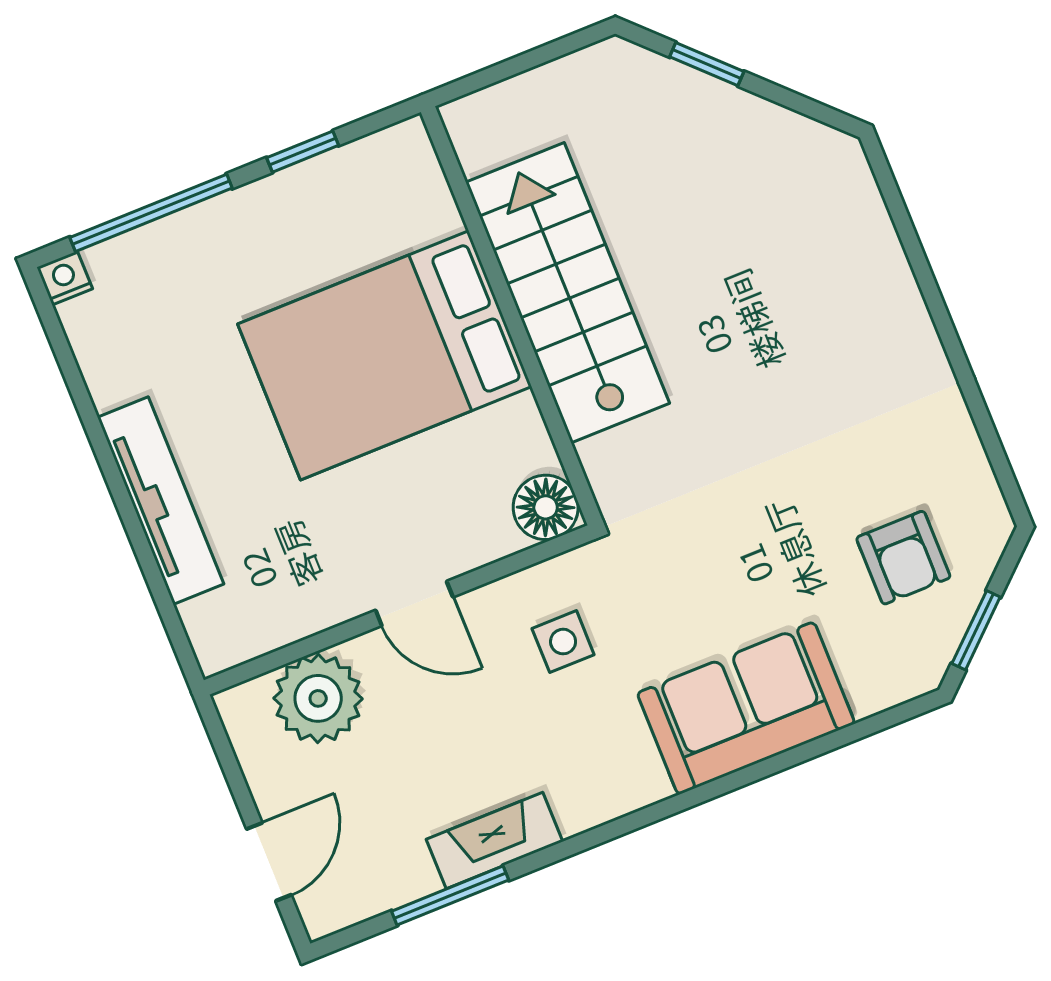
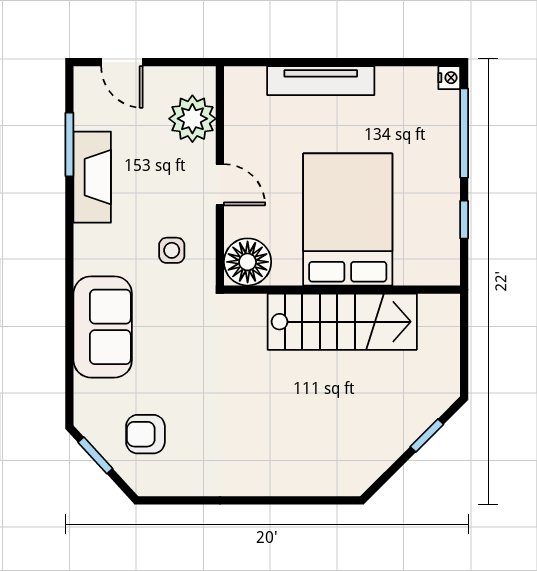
floor lamp: (546, 507) -> (248, 262), width x1.38, depth x1.38
door: (414, 604) -> (220, 185), swing flipped
fireplace: (494, 840) -> (92, 177), width x1.37, depth x1.32

